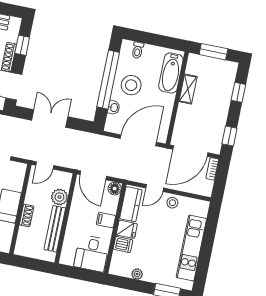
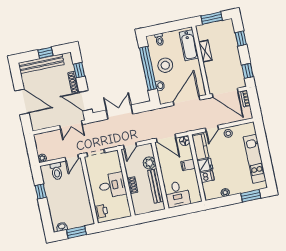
door: (190, 151) -> (225, 93), hinge flipped
desk: (92, 253) -> (177, 194), moved

